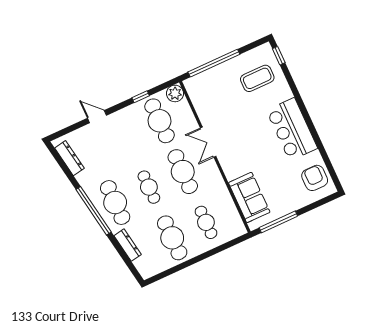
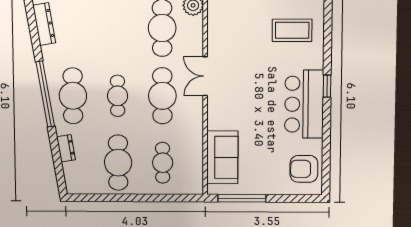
window: (279, 56) -> (327, 86), moved
armchair: (315, 178) -> (304, 169), turned -90
dresser: (128, 245) -> (66, 148), width x0.70

